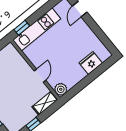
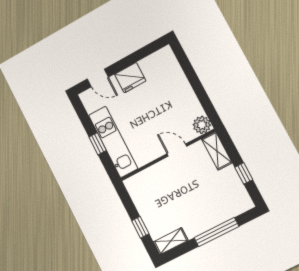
window: (22, 28) -> (98, 144), moved
fridge: (91, 63) -> (130, 78), moved, turned -90

